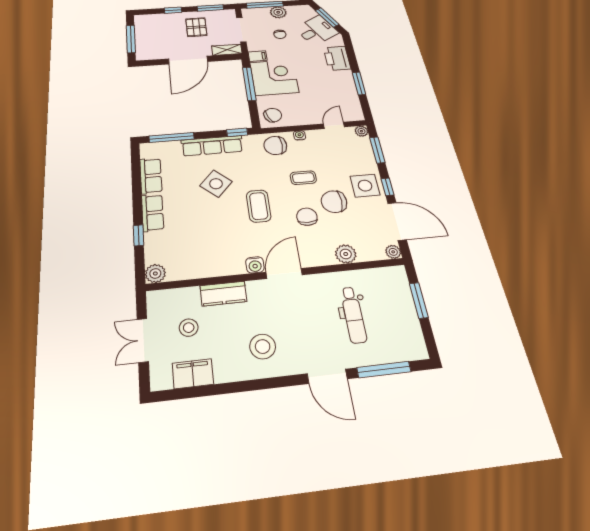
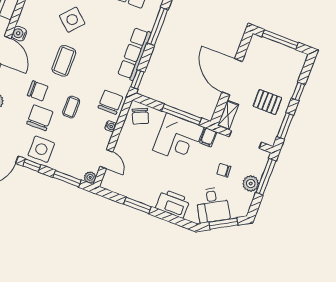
side table: (216, 184) -> (72, 20), moved
coffee table: (259, 206) -> (64, 61), turned 90

